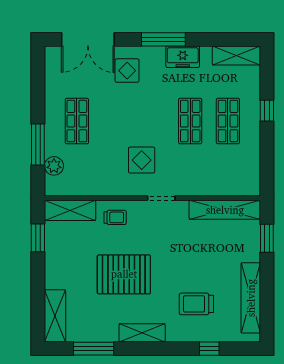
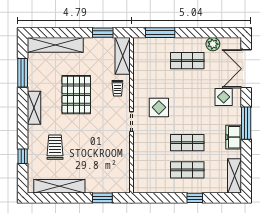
window: (38, 145) -> (160, 33), moved
plant: (54, 166) -> (213, 44), moved
shelving: (225, 210) -> (123, 168), removed
shelving: (55, 316) -> (55, 45), width x1.47

